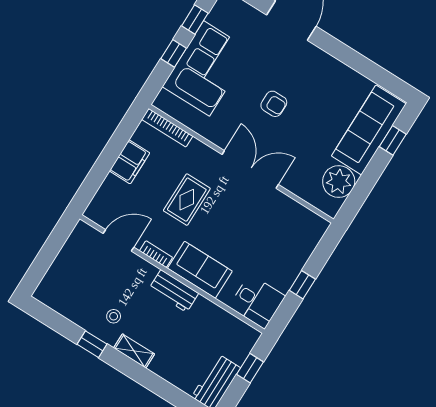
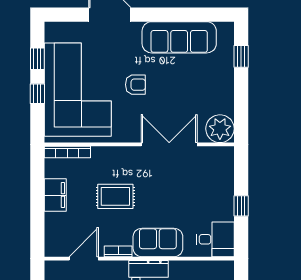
corner sofa: (207, 68) -> (78, 90), width x1.36, depth x1.36
sofa: (369, 130) -> (179, 37), moved, turned -90
double door: (250, 170) -> (169, 144), moved
plant: (339, 182) -> (220, 129), moved
rug: (187, 200) -> (115, 196), turned 90

